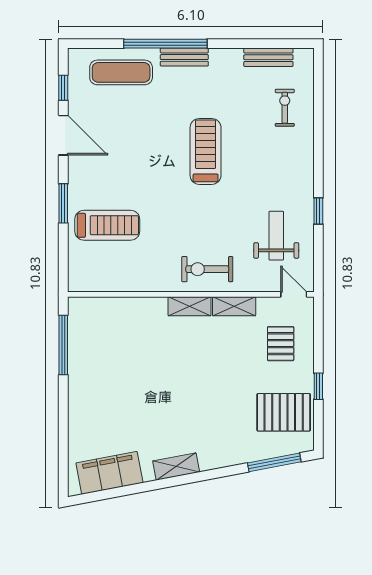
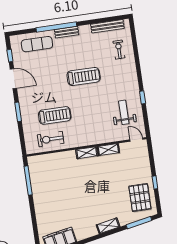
bench: (268, 57) -> (107, 26), width x1.36
treadmill: (206, 151) -> (84, 76), turned 90
treadmill: (107, 225) -> (55, 115), moved
exercise bike: (207, 269) -> (51, 139), moved
pallet: (281, 344) -> (134, 164), removed
pallet: (284, 412) -> (140, 198), turned 90
shelving: (176, 467) -> (108, 226), moved

